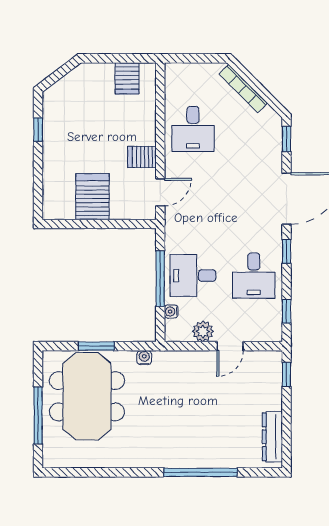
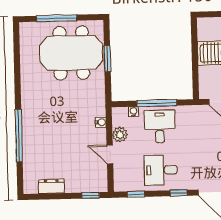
water cooler: (144, 358) -> (101, 122), moved
dresser: (272, 437) -> (51, 186), width x0.70

